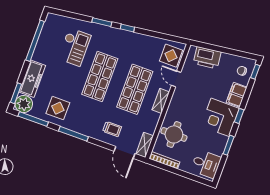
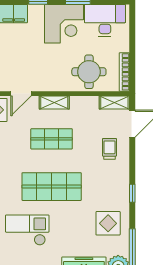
shop shelf: (135, 89) -> (52, 139), width x0.70, depth x0.74
corner desk: (220, 117) -> (64, 24), moved
window: (73, 134) -> (132, 193), width x0.46
desk: (206, 164) -> (105, 20), width x1.37

